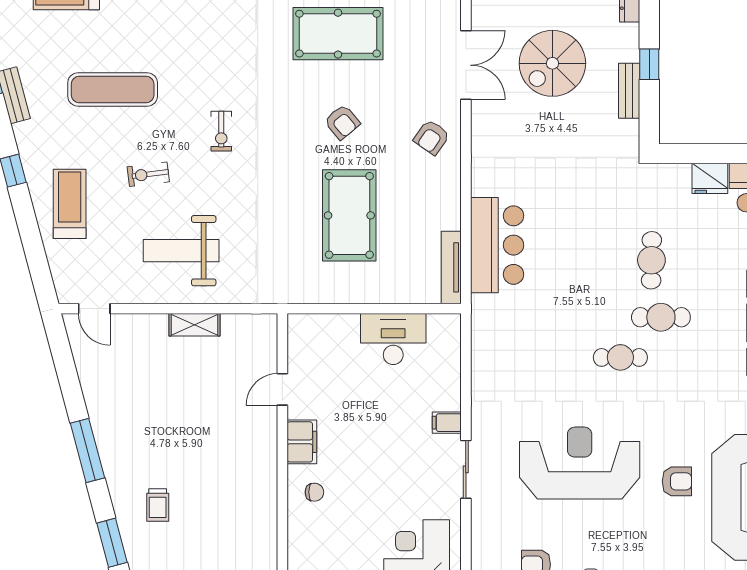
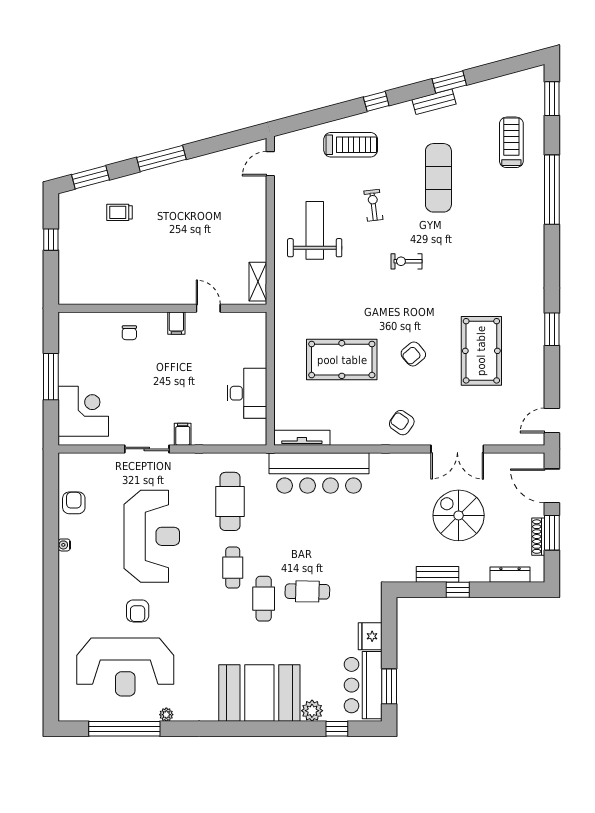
bar counter: (497, 245) -> (319, 473), width x1.36
shelving: (194, 325) -> (258, 282), moved
cafe table: (534, 361) -> (230, 501), added
filing cabinet: (302, 442) -> (176, 323), width x0.50

